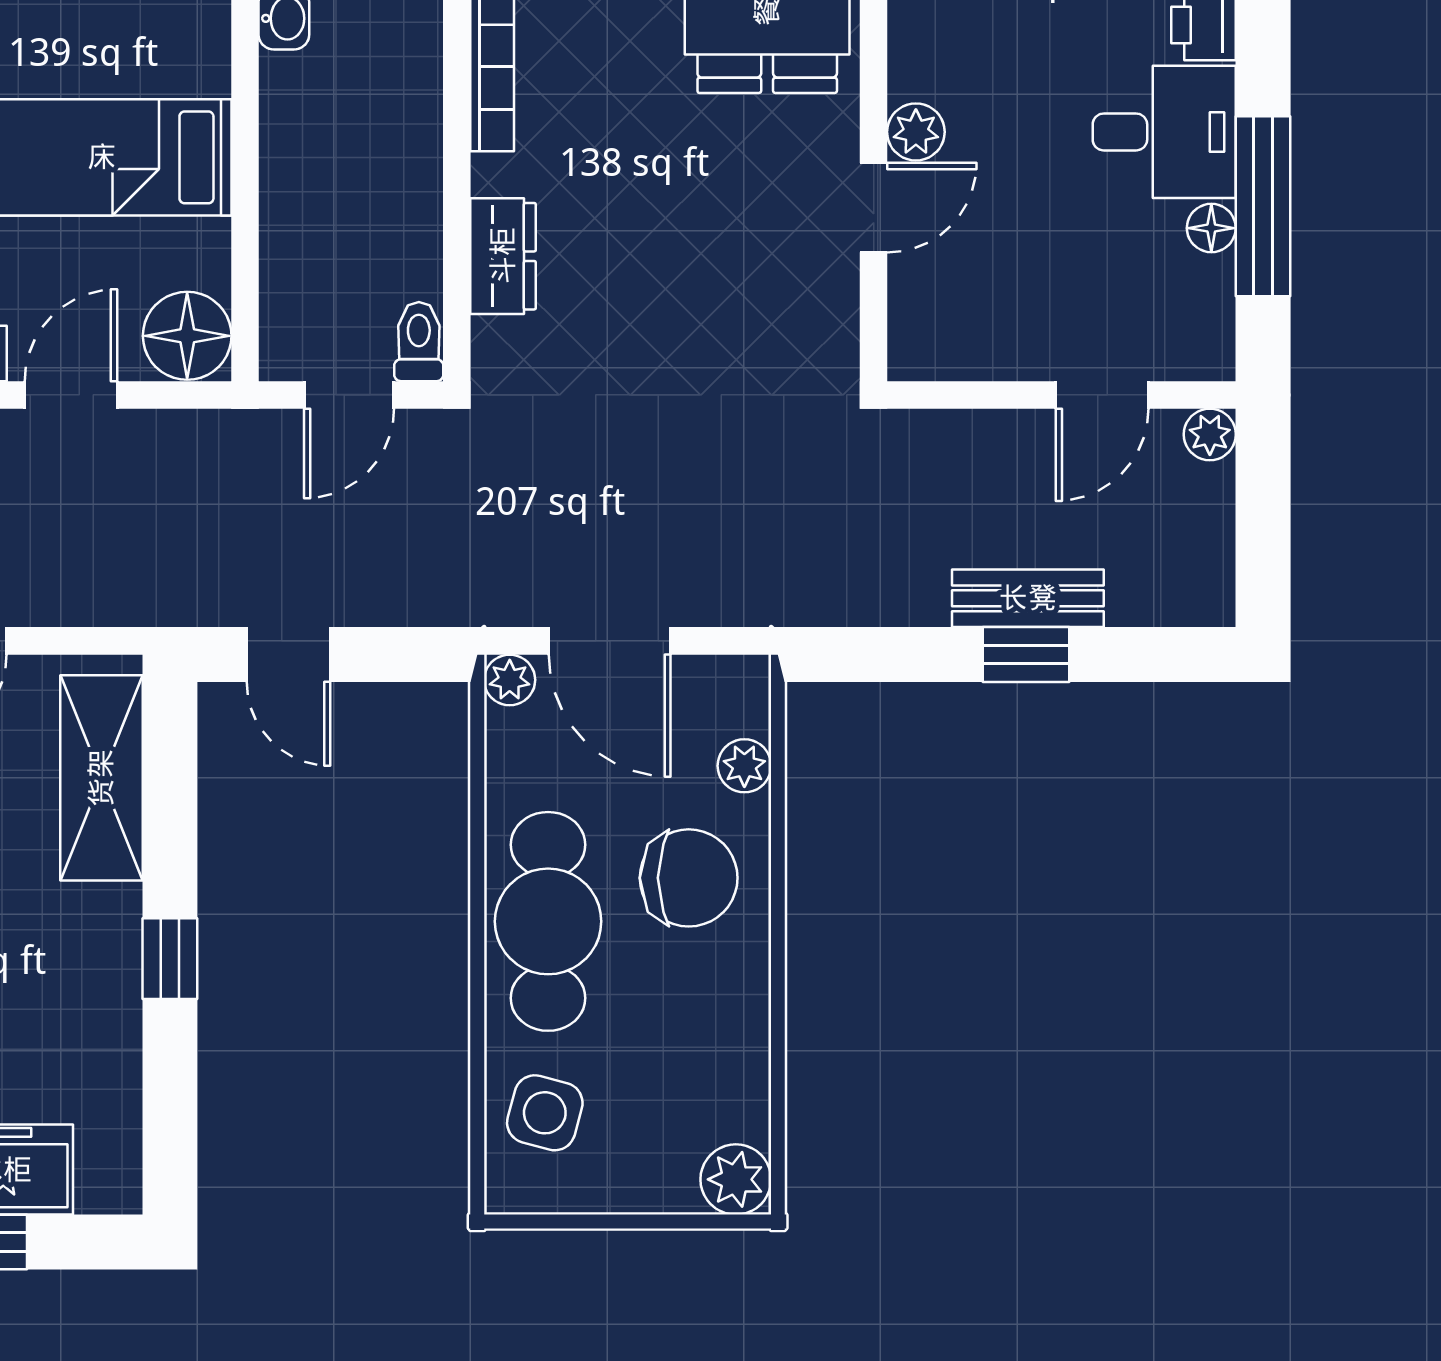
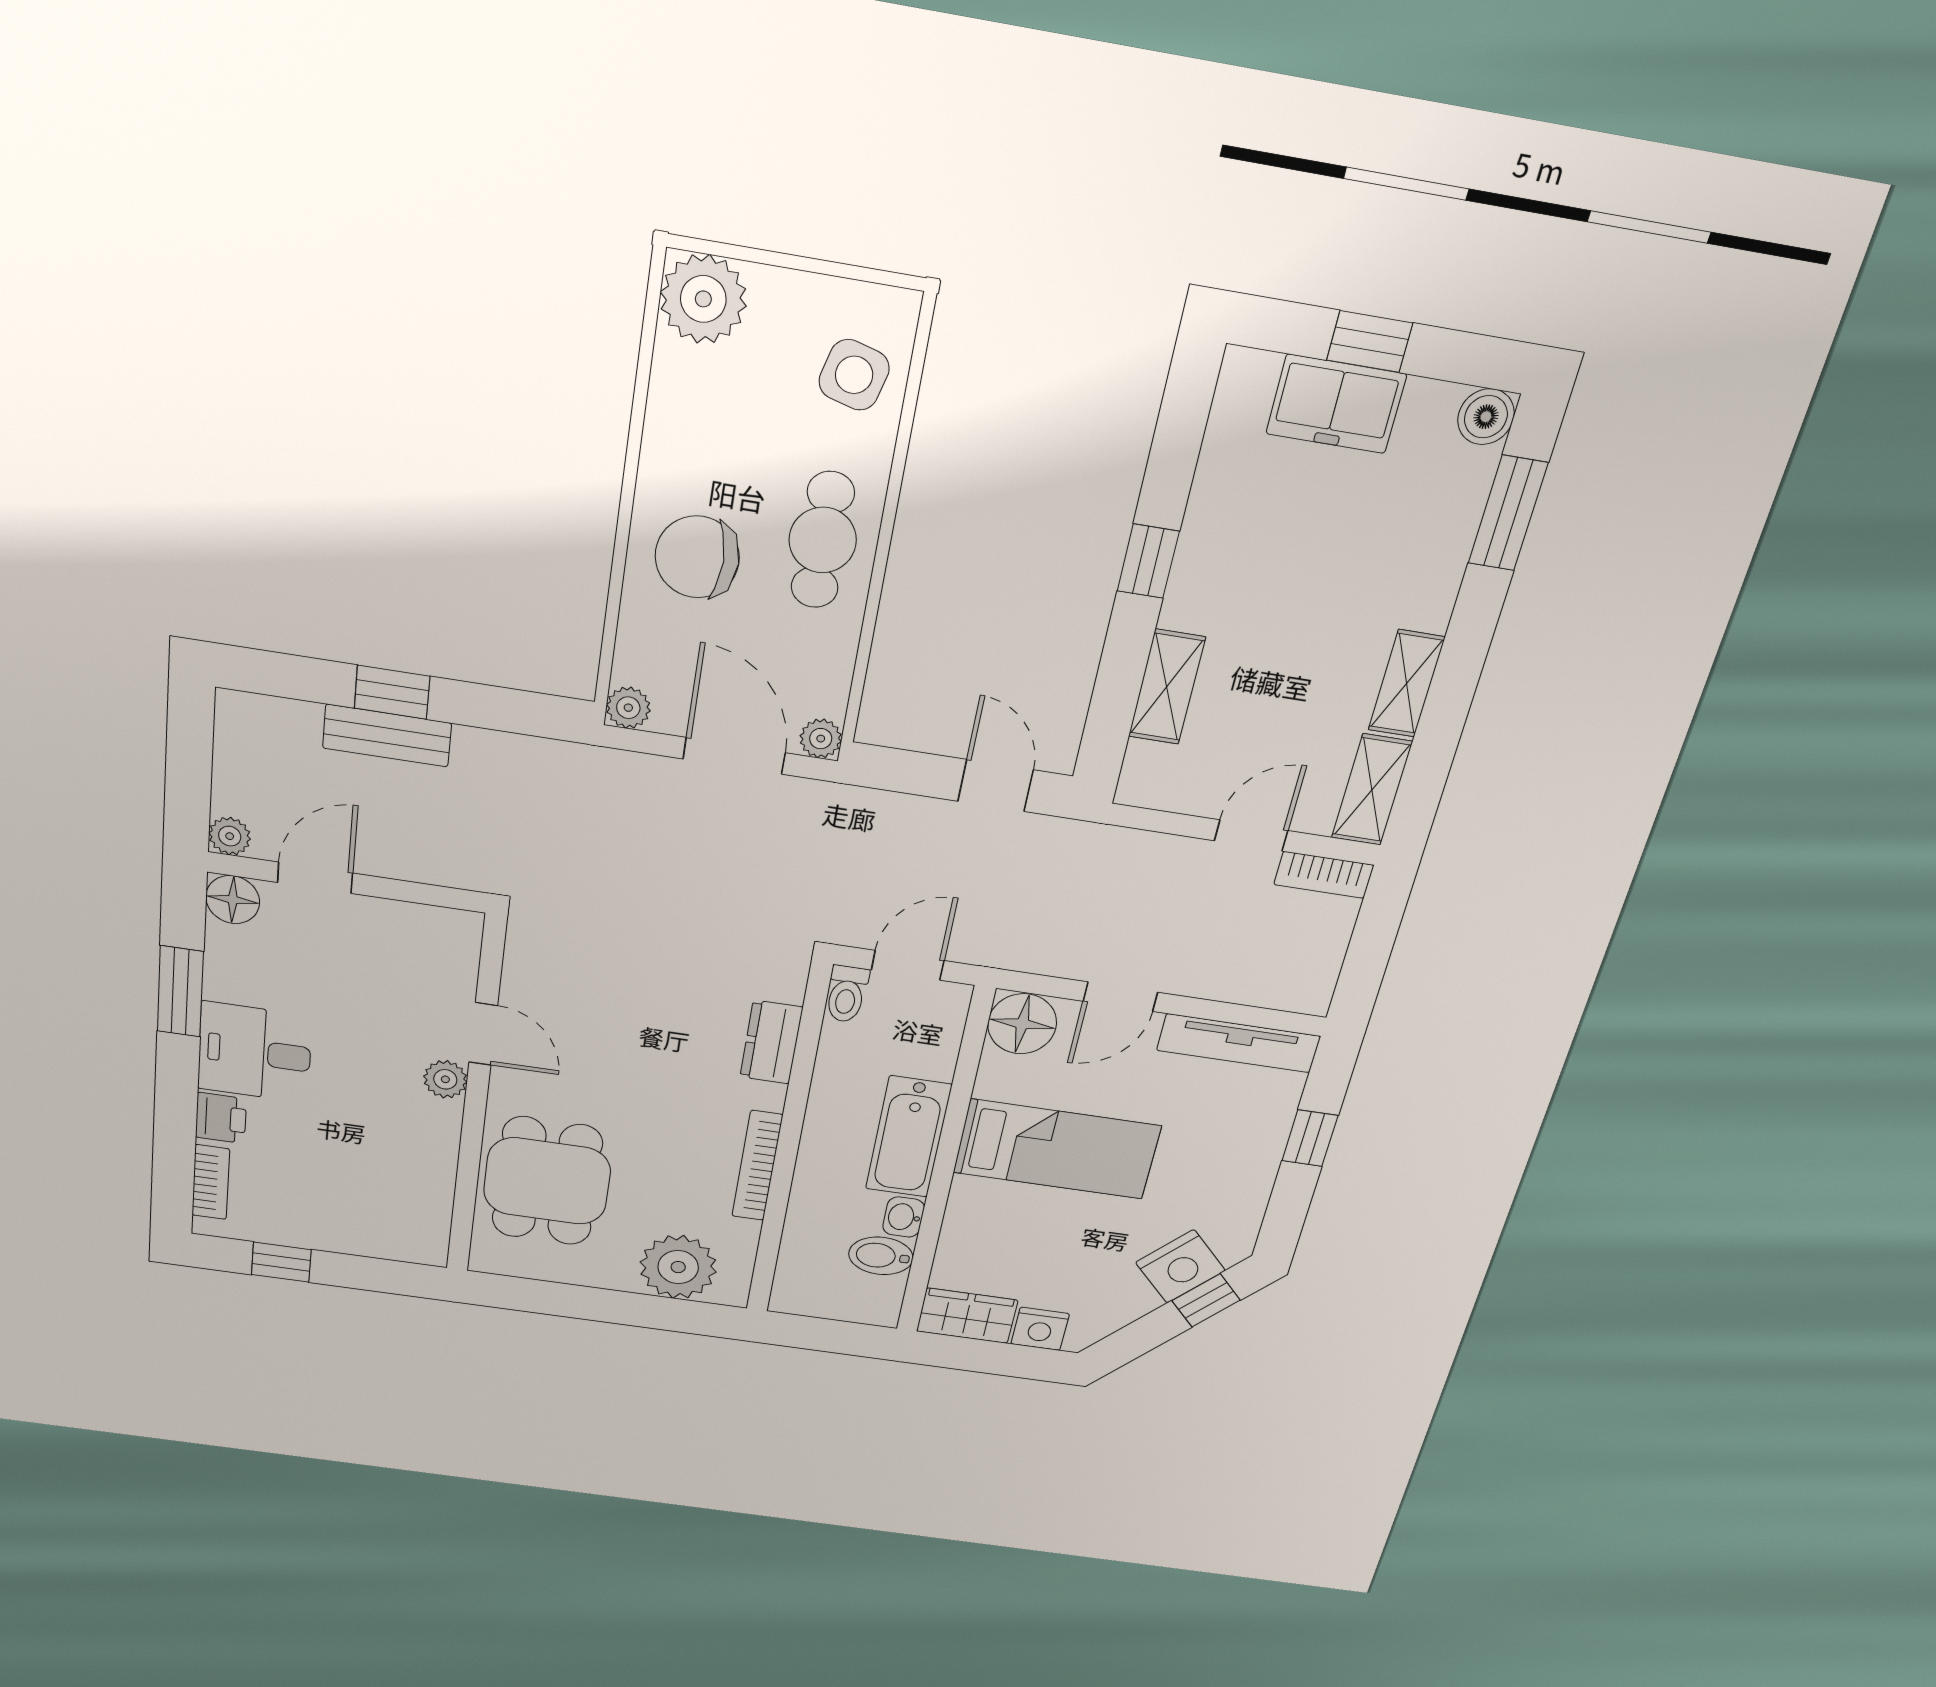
bathtub: (301, 144) -> (909, 1137), added
window: (1263, 206) -> (180, 991), width x0.69
door: (874, 208) -> (483, 1034), swing flipped
floor lamp: (1211, 228) -> (233, 900), moved, width x1.37, depth x1.37
plant: (744, 766) -> (628, 708), moved
shelving: (101, 778) -> (1167, 687), width x0.67, depth x0.75
cafe table: (548, 921) -> (823, 540), width x0.73, depth x0.74
plant: (736, 1179) -> (703, 299), width x1.36, depth x1.36

